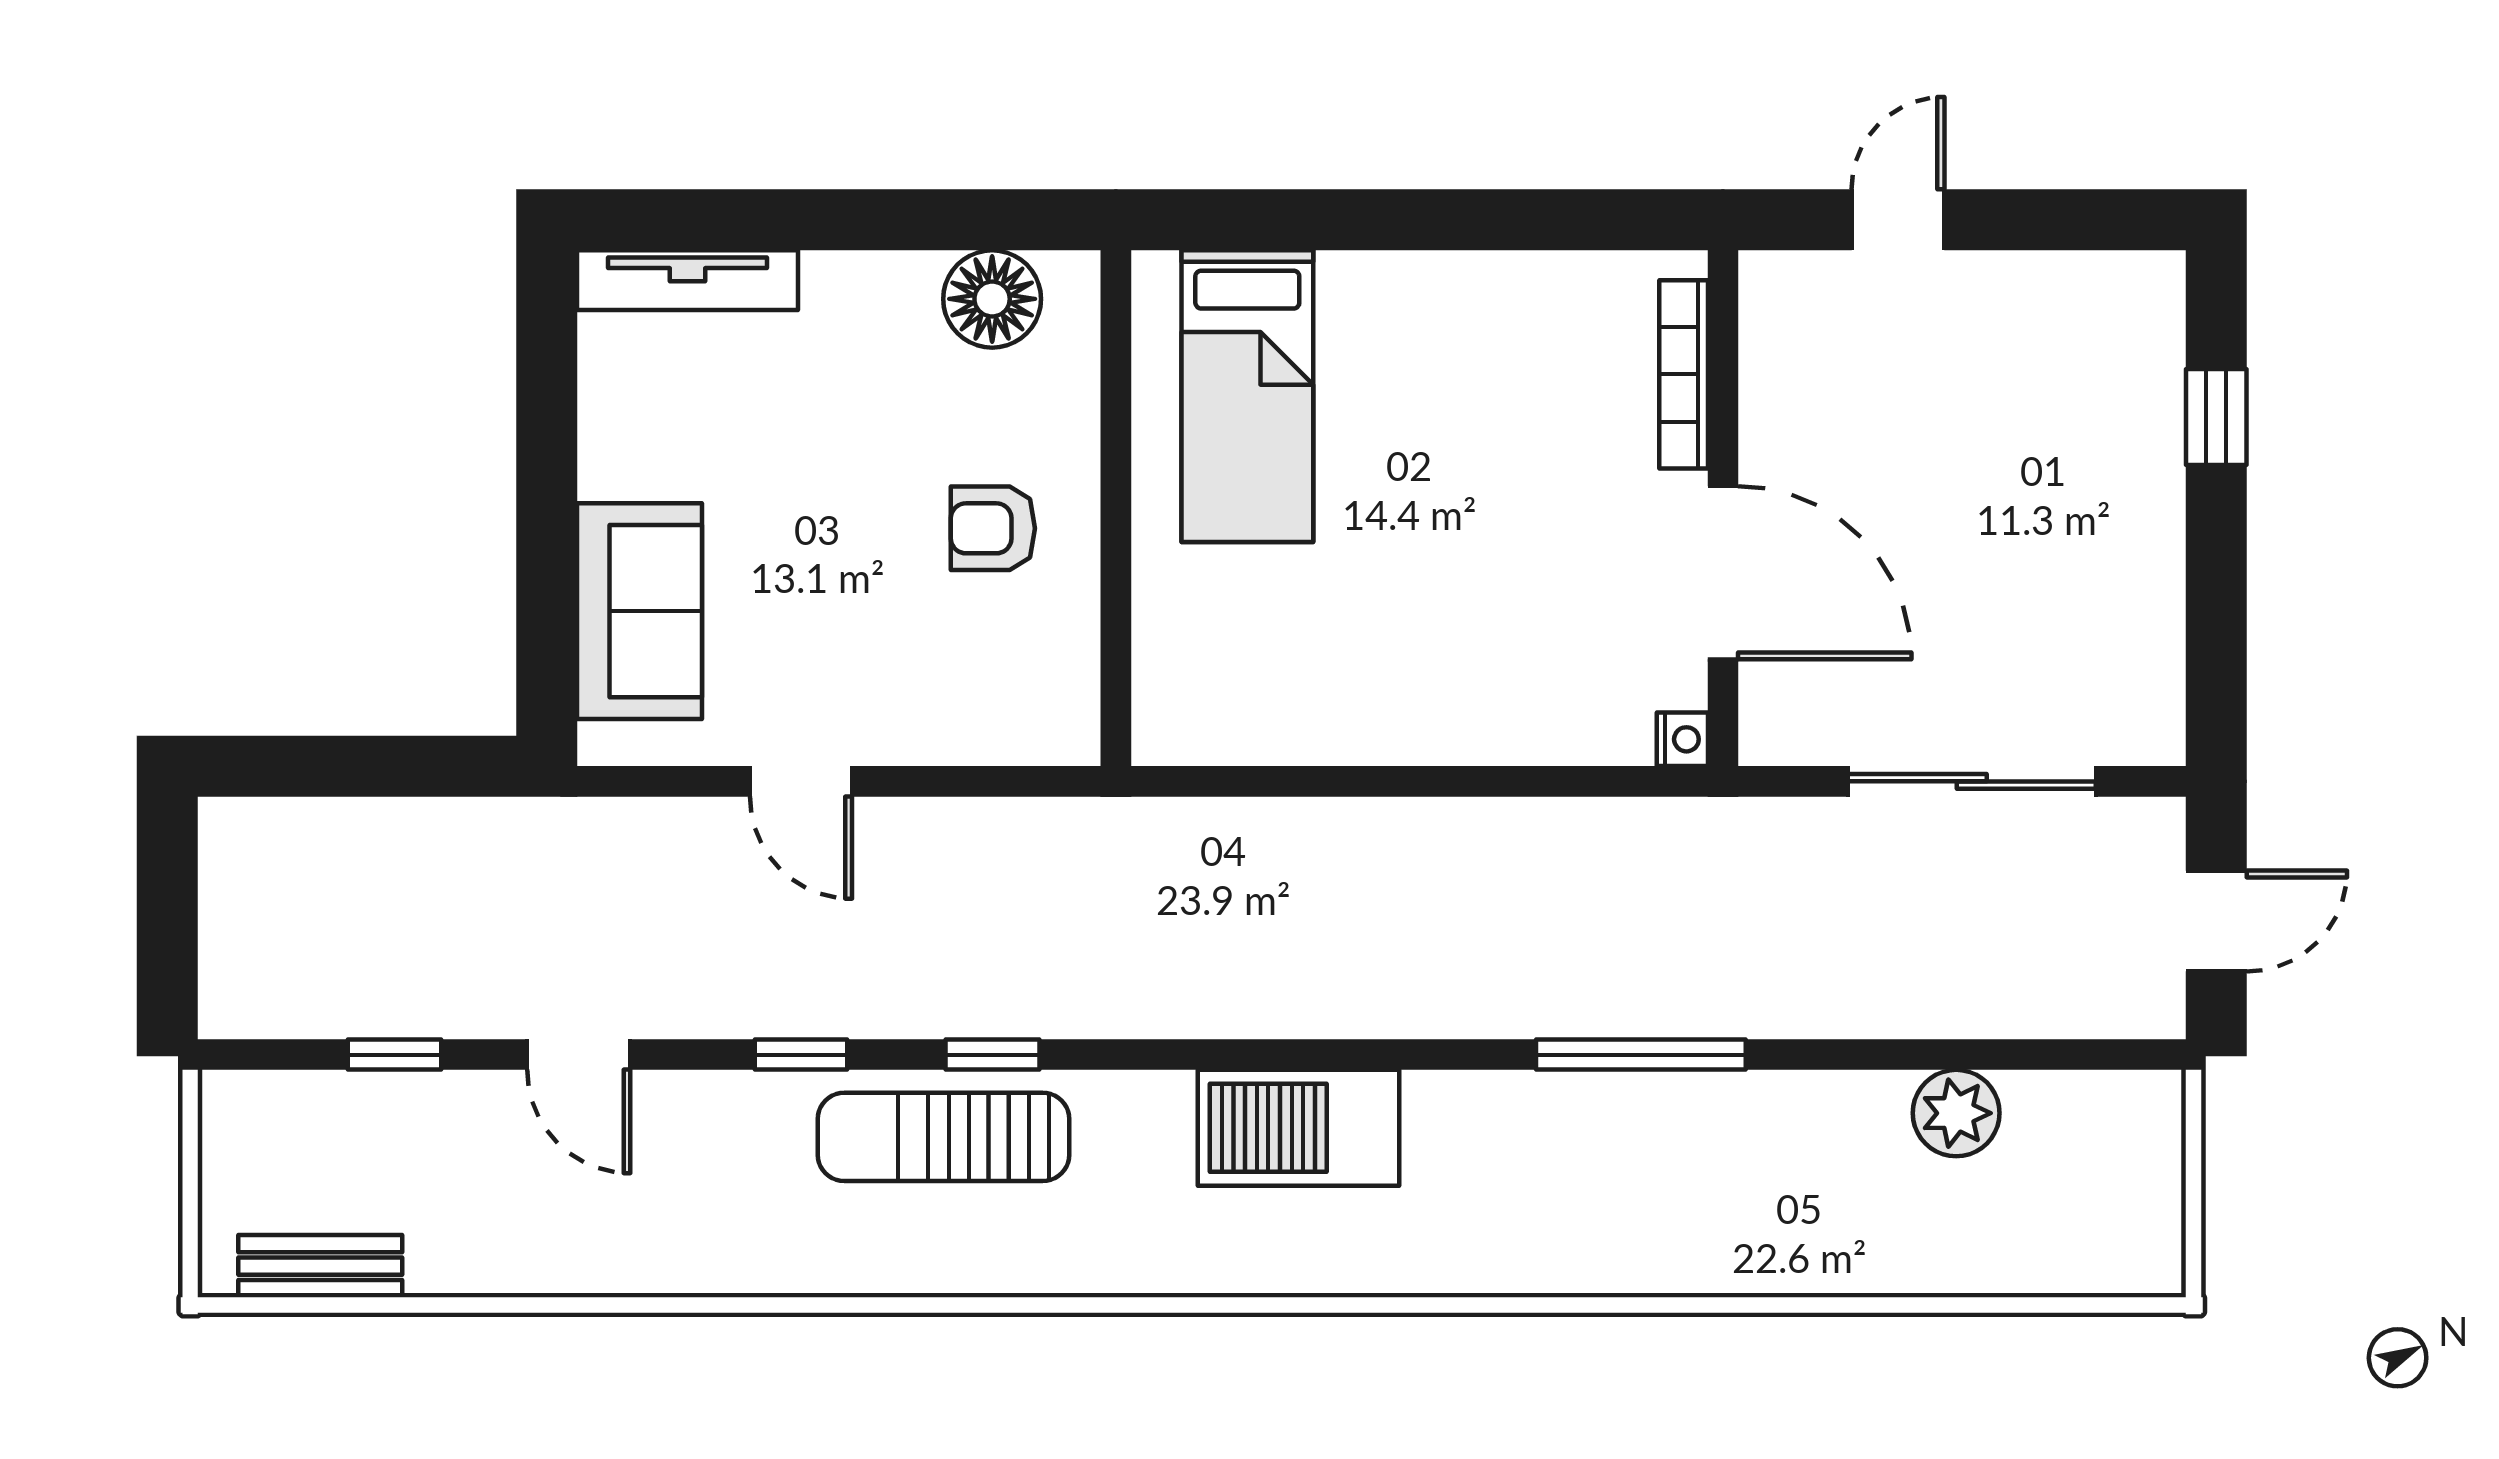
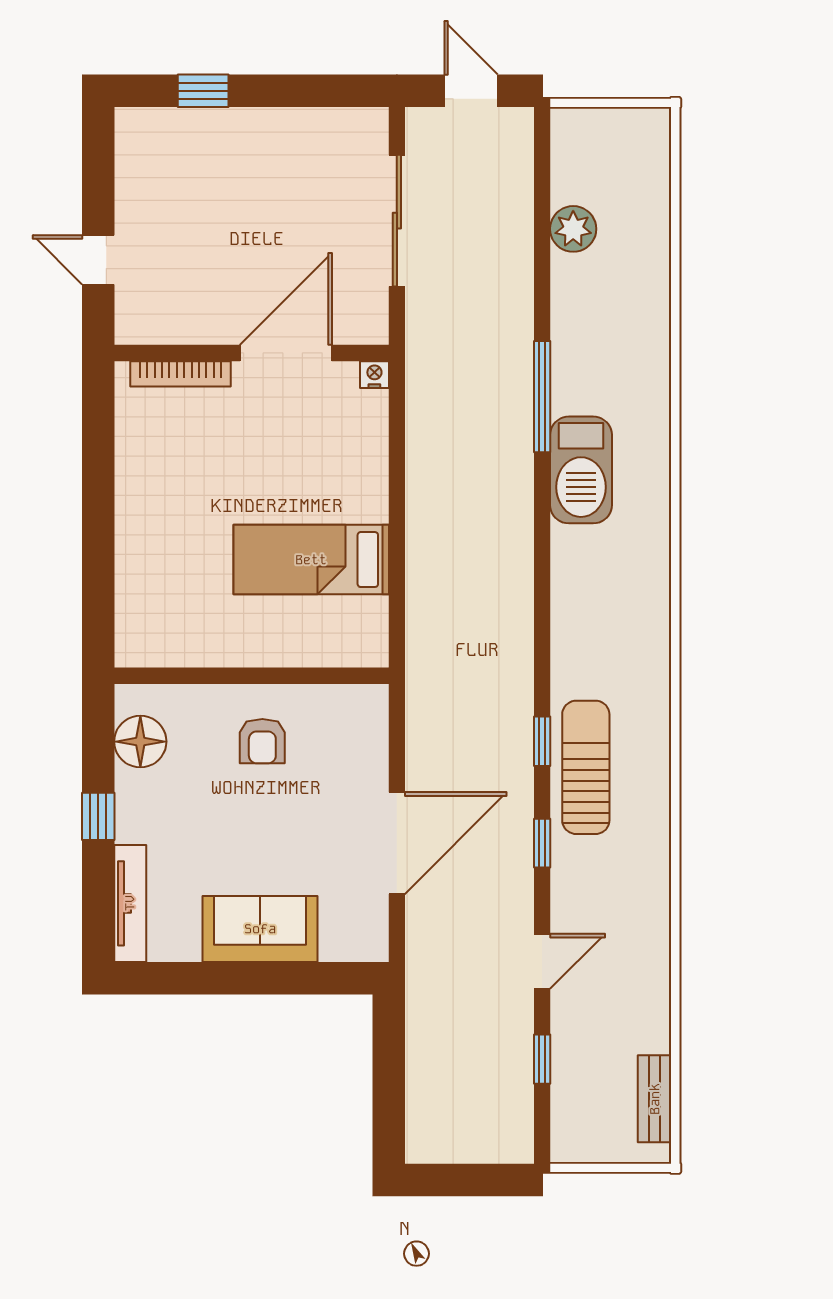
window: (851, 220) -> (98, 816), added
bed: (1247, 396) -> (311, 560), moved, turned 180
sofa: (640, 611) -> (260, 929), moved
door: (801, 781) -> (397, 843), width x1.87
barbecue: (1298, 1128) -> (581, 470), moved
sun lounger: (943, 1137) -> (586, 767), turned 180

